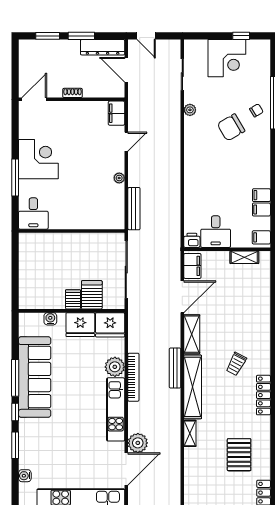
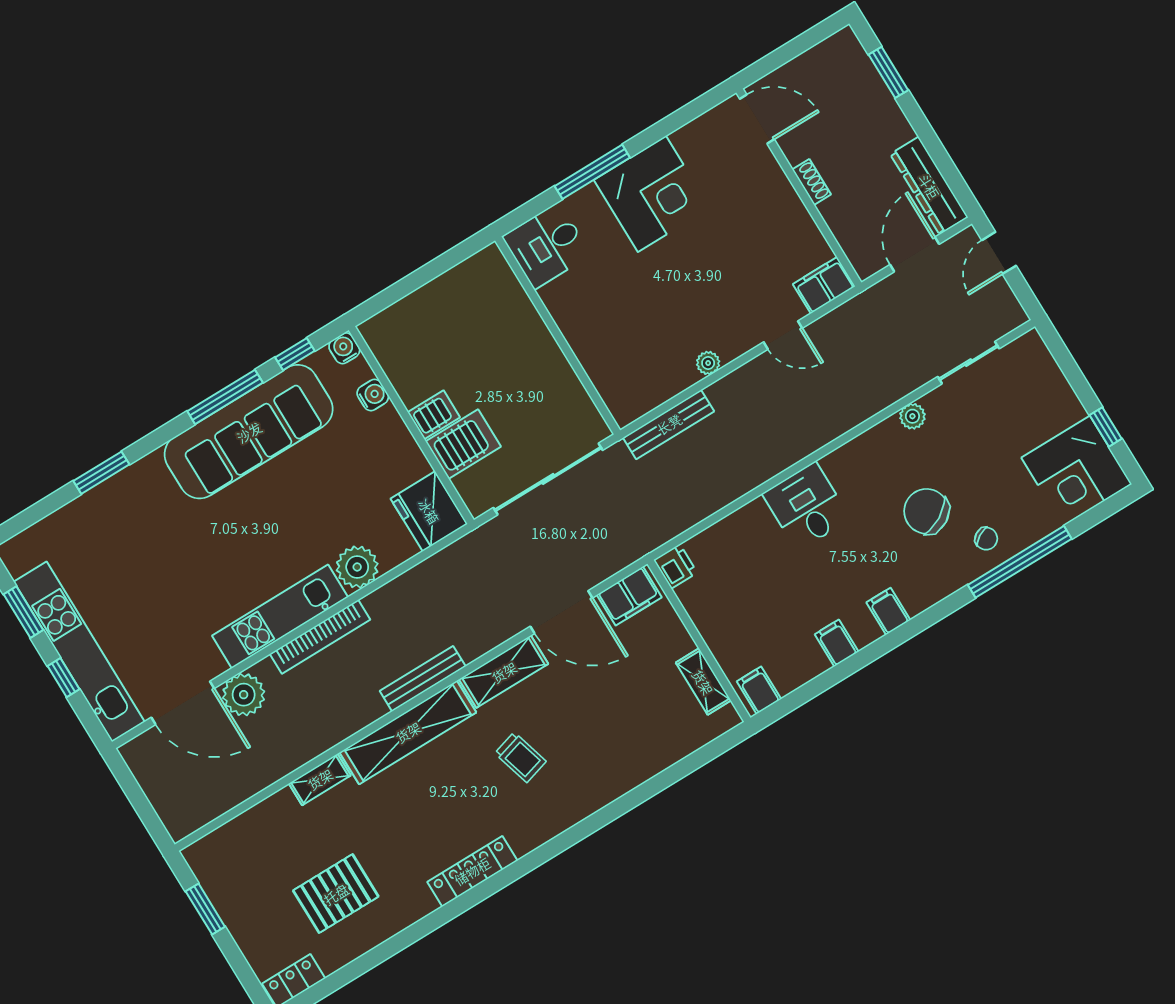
window: (81, 36) -> (926, 134), removed
corner desk: (227, 58) -> (1077, 471), moved
filing cabinet: (261, 209) -> (888, 611), moved
desk: (216, 232) -> (806, 506), moved, turned 90
fridge: (80, 325) -> (396, 456), removed
trolley: (236, 364) -> (520, 757), moved, turned -134
bookcase: (133, 377) -> (320, 637), moved
window: (15, 412) -> (295, 354), moved
water cooler: (25, 476) -> (344, 348), moved

